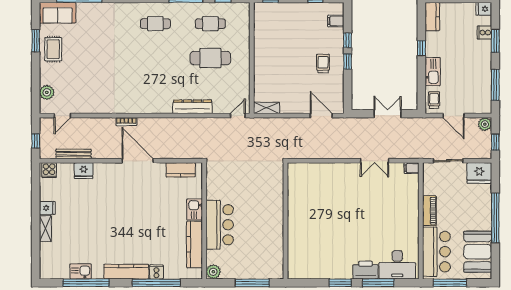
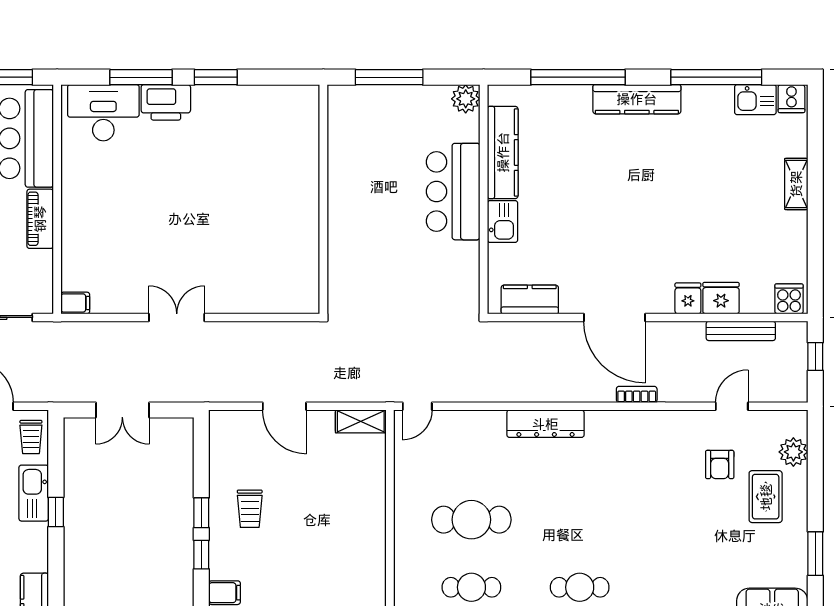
window: (421, 48) -> (56, 512), moved
rug: (53, 49) -> (766, 497), moved
armchair: (84, 86) -> (720, 465), added
dresser: (193, 107) -> (545, 424), moved
door: (62, 116) -> (732, 406), moved
door: (321, 116) -> (284, 406), moved
double door: (375, 161) -> (177, 317), moved
fridge: (47, 208) -> (688, 298), moved, turned 90
kitchen sink: (81, 271) -> (755, 100), moved
cooker: (156, 272) -> (791, 99), moved

